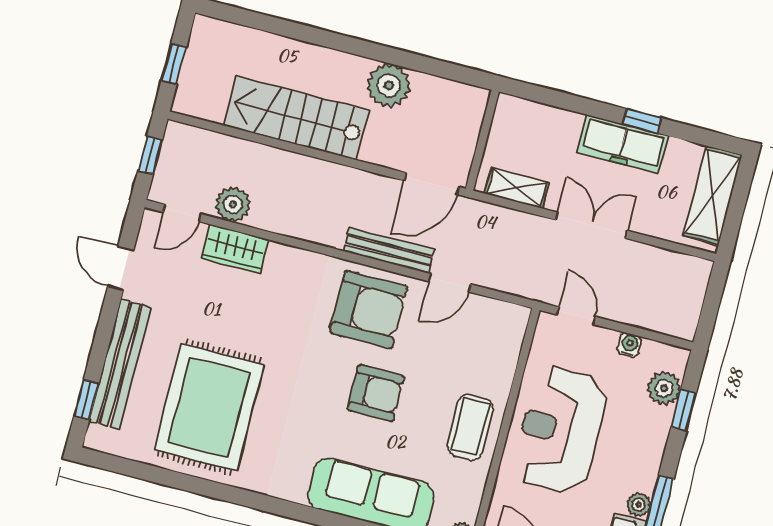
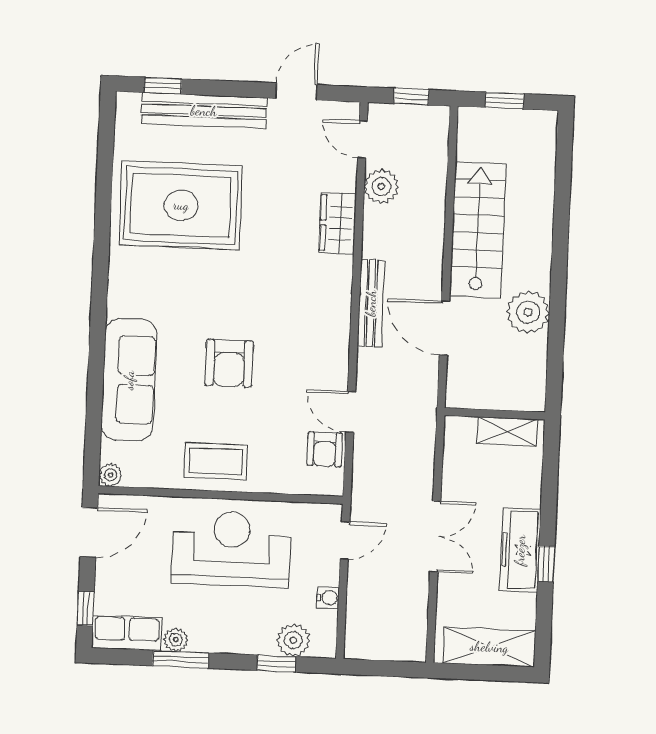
door: (432, 184) -> (444, 328), moved
shelving: (517, 188) -> (507, 431), moved, turned 90
wardrobe: (235, 249) -> (338, 223), moved
bench: (389, 250) -> (371, 303), moved
armchair: (369, 310) -> (325, 449), moved, width x0.53, depth x0.53

